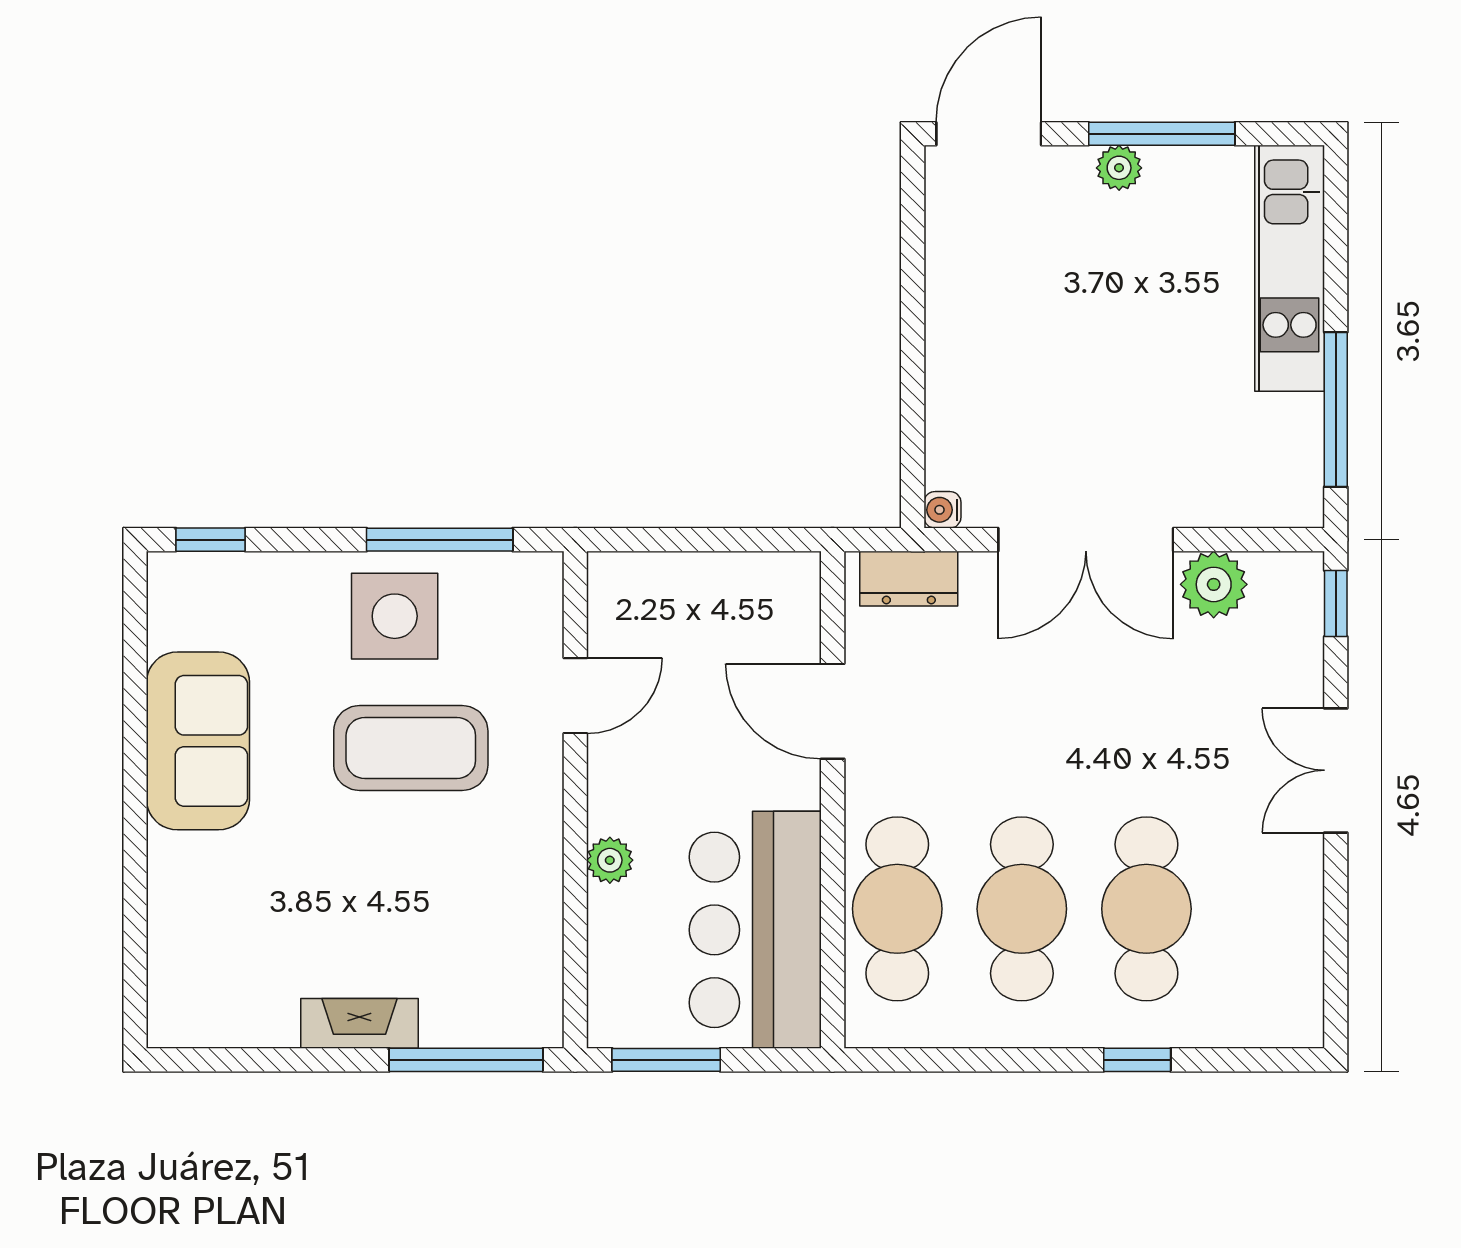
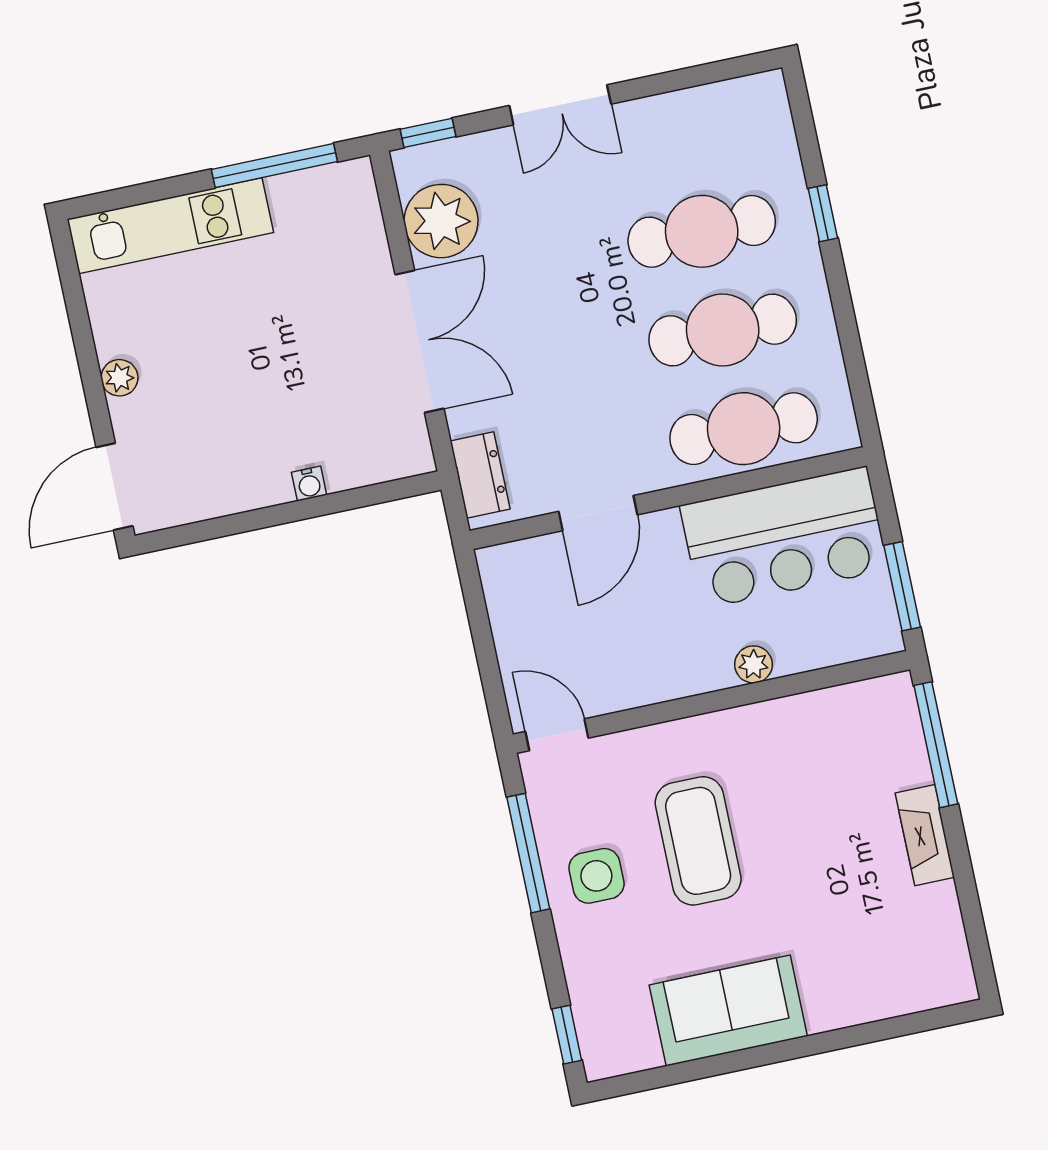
door: (989, 134) -> (114, 487), hinge flipped
window: (1162, 134) -> (85, 350), removed
water cooler: (942, 510) -> (309, 484), moved
plant: (1214, 584) -> (441, 221), width x1.36, depth x1.36
side table: (395, 616) -> (596, 876), width x0.73, depth x0.73
door: (575, 696) -> (557, 735), moved

